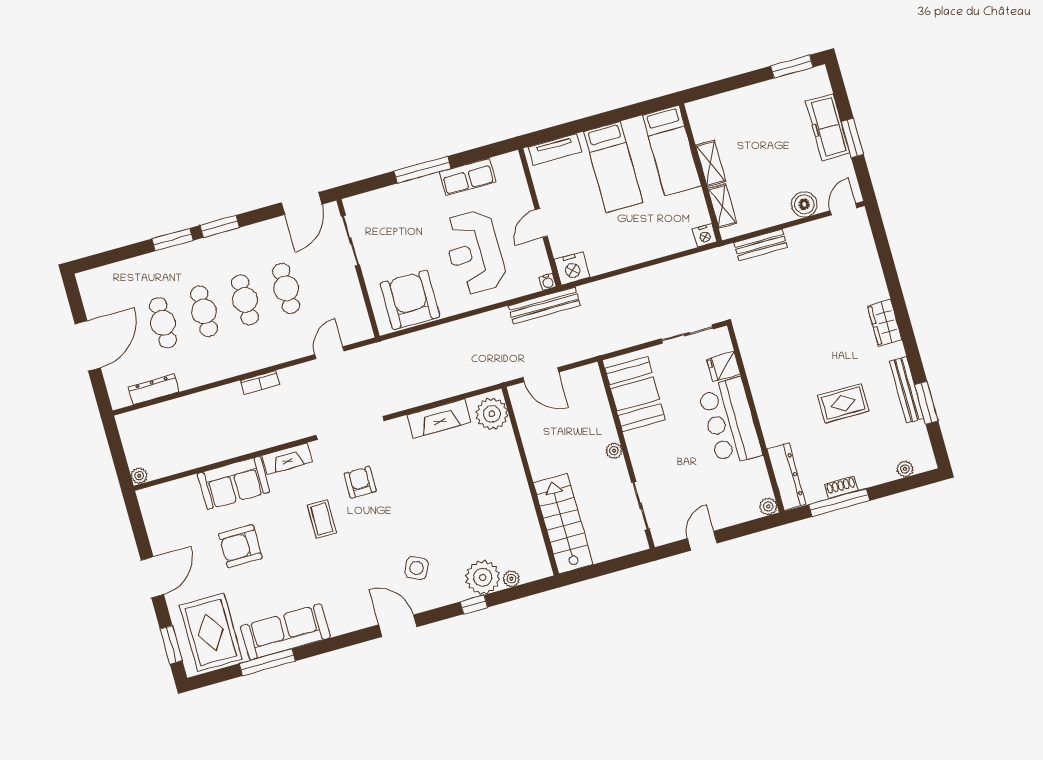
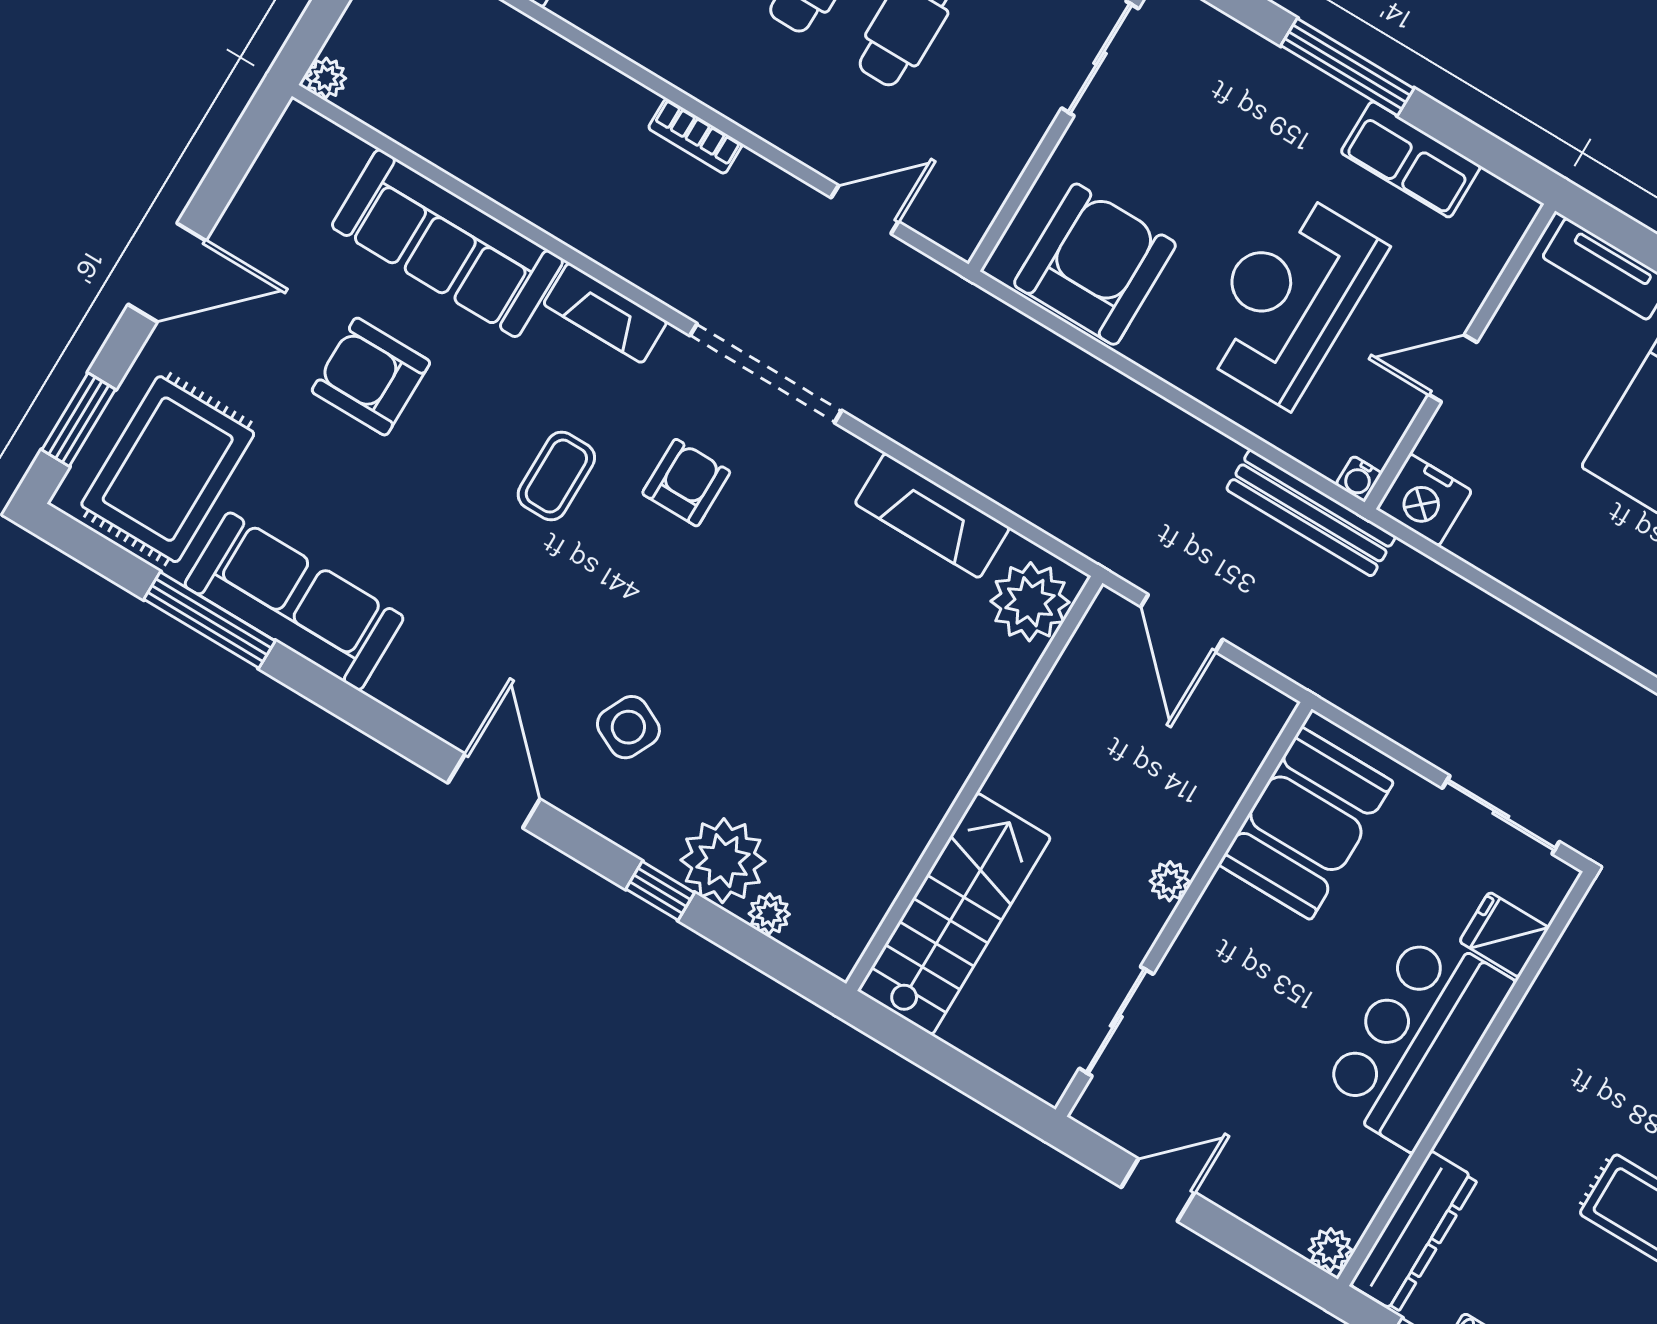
sofa: (234, 483) -> (447, 243), width x1.36

